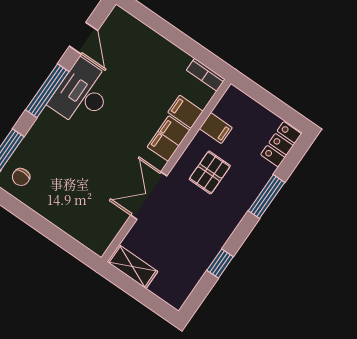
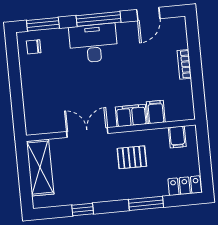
bookcase: (206, 75) -> (184, 64), moved
desk: (82, 93) -> (93, 43), moved
filing cabinet: (216, 128) -> (177, 137), moved
shelving: (132, 267) -> (40, 168), width x1.50, depth x1.33

